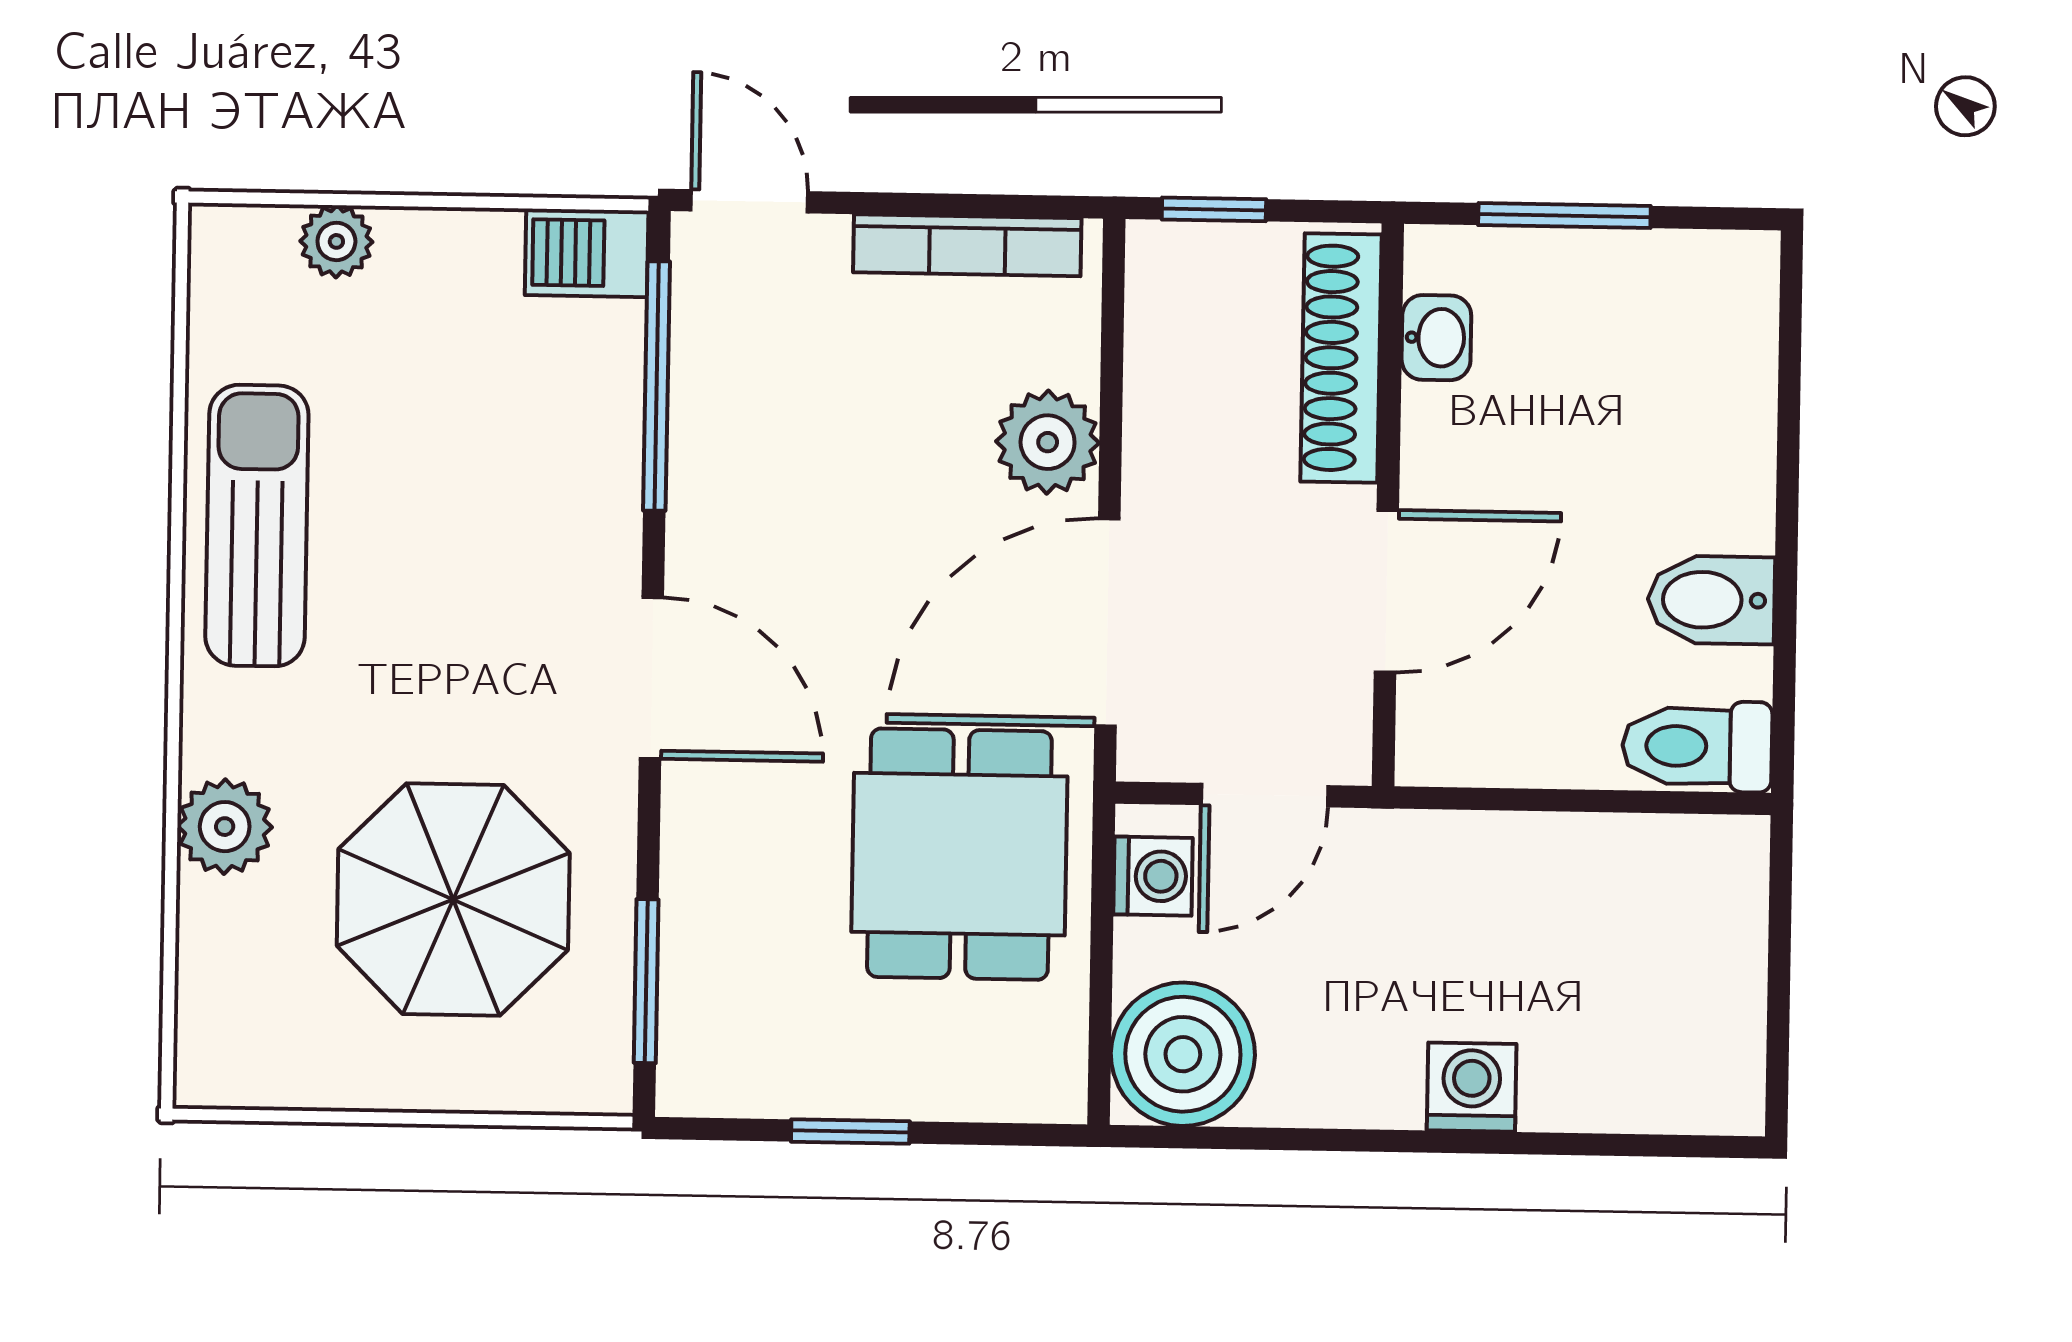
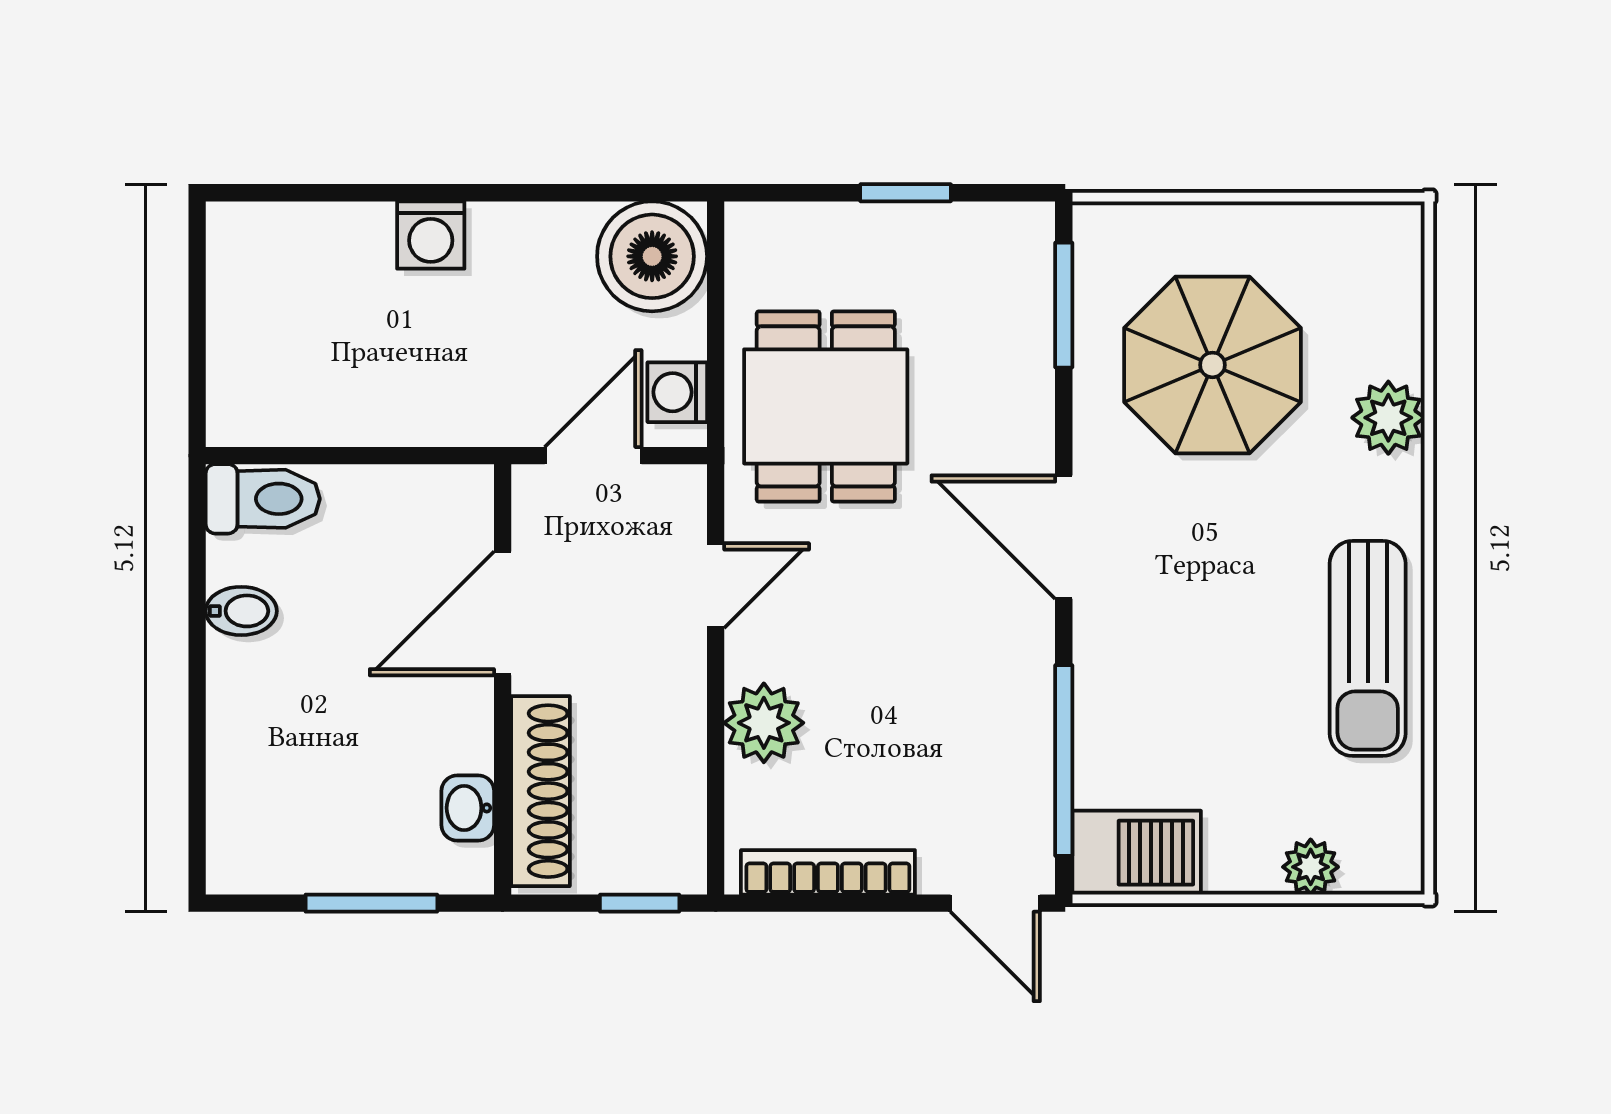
barbecue: (587, 253) -> (1137, 853), width x1.38, depth x1.27
bidet: (1711, 600) -> (241, 611), width x0.72, depth x0.74
door: (1107, 622) -> (716, 586), width x0.53

